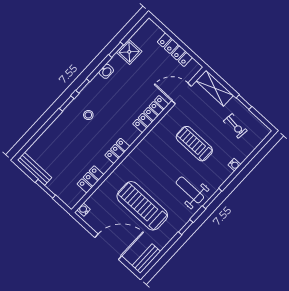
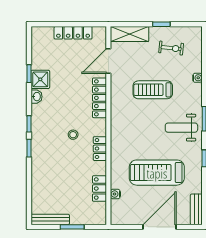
shower: (129, 52) -> (40, 79), moved
stool: (88, 115) -> (73, 135), moved
water cooler: (84, 210) -> (115, 194), moved

